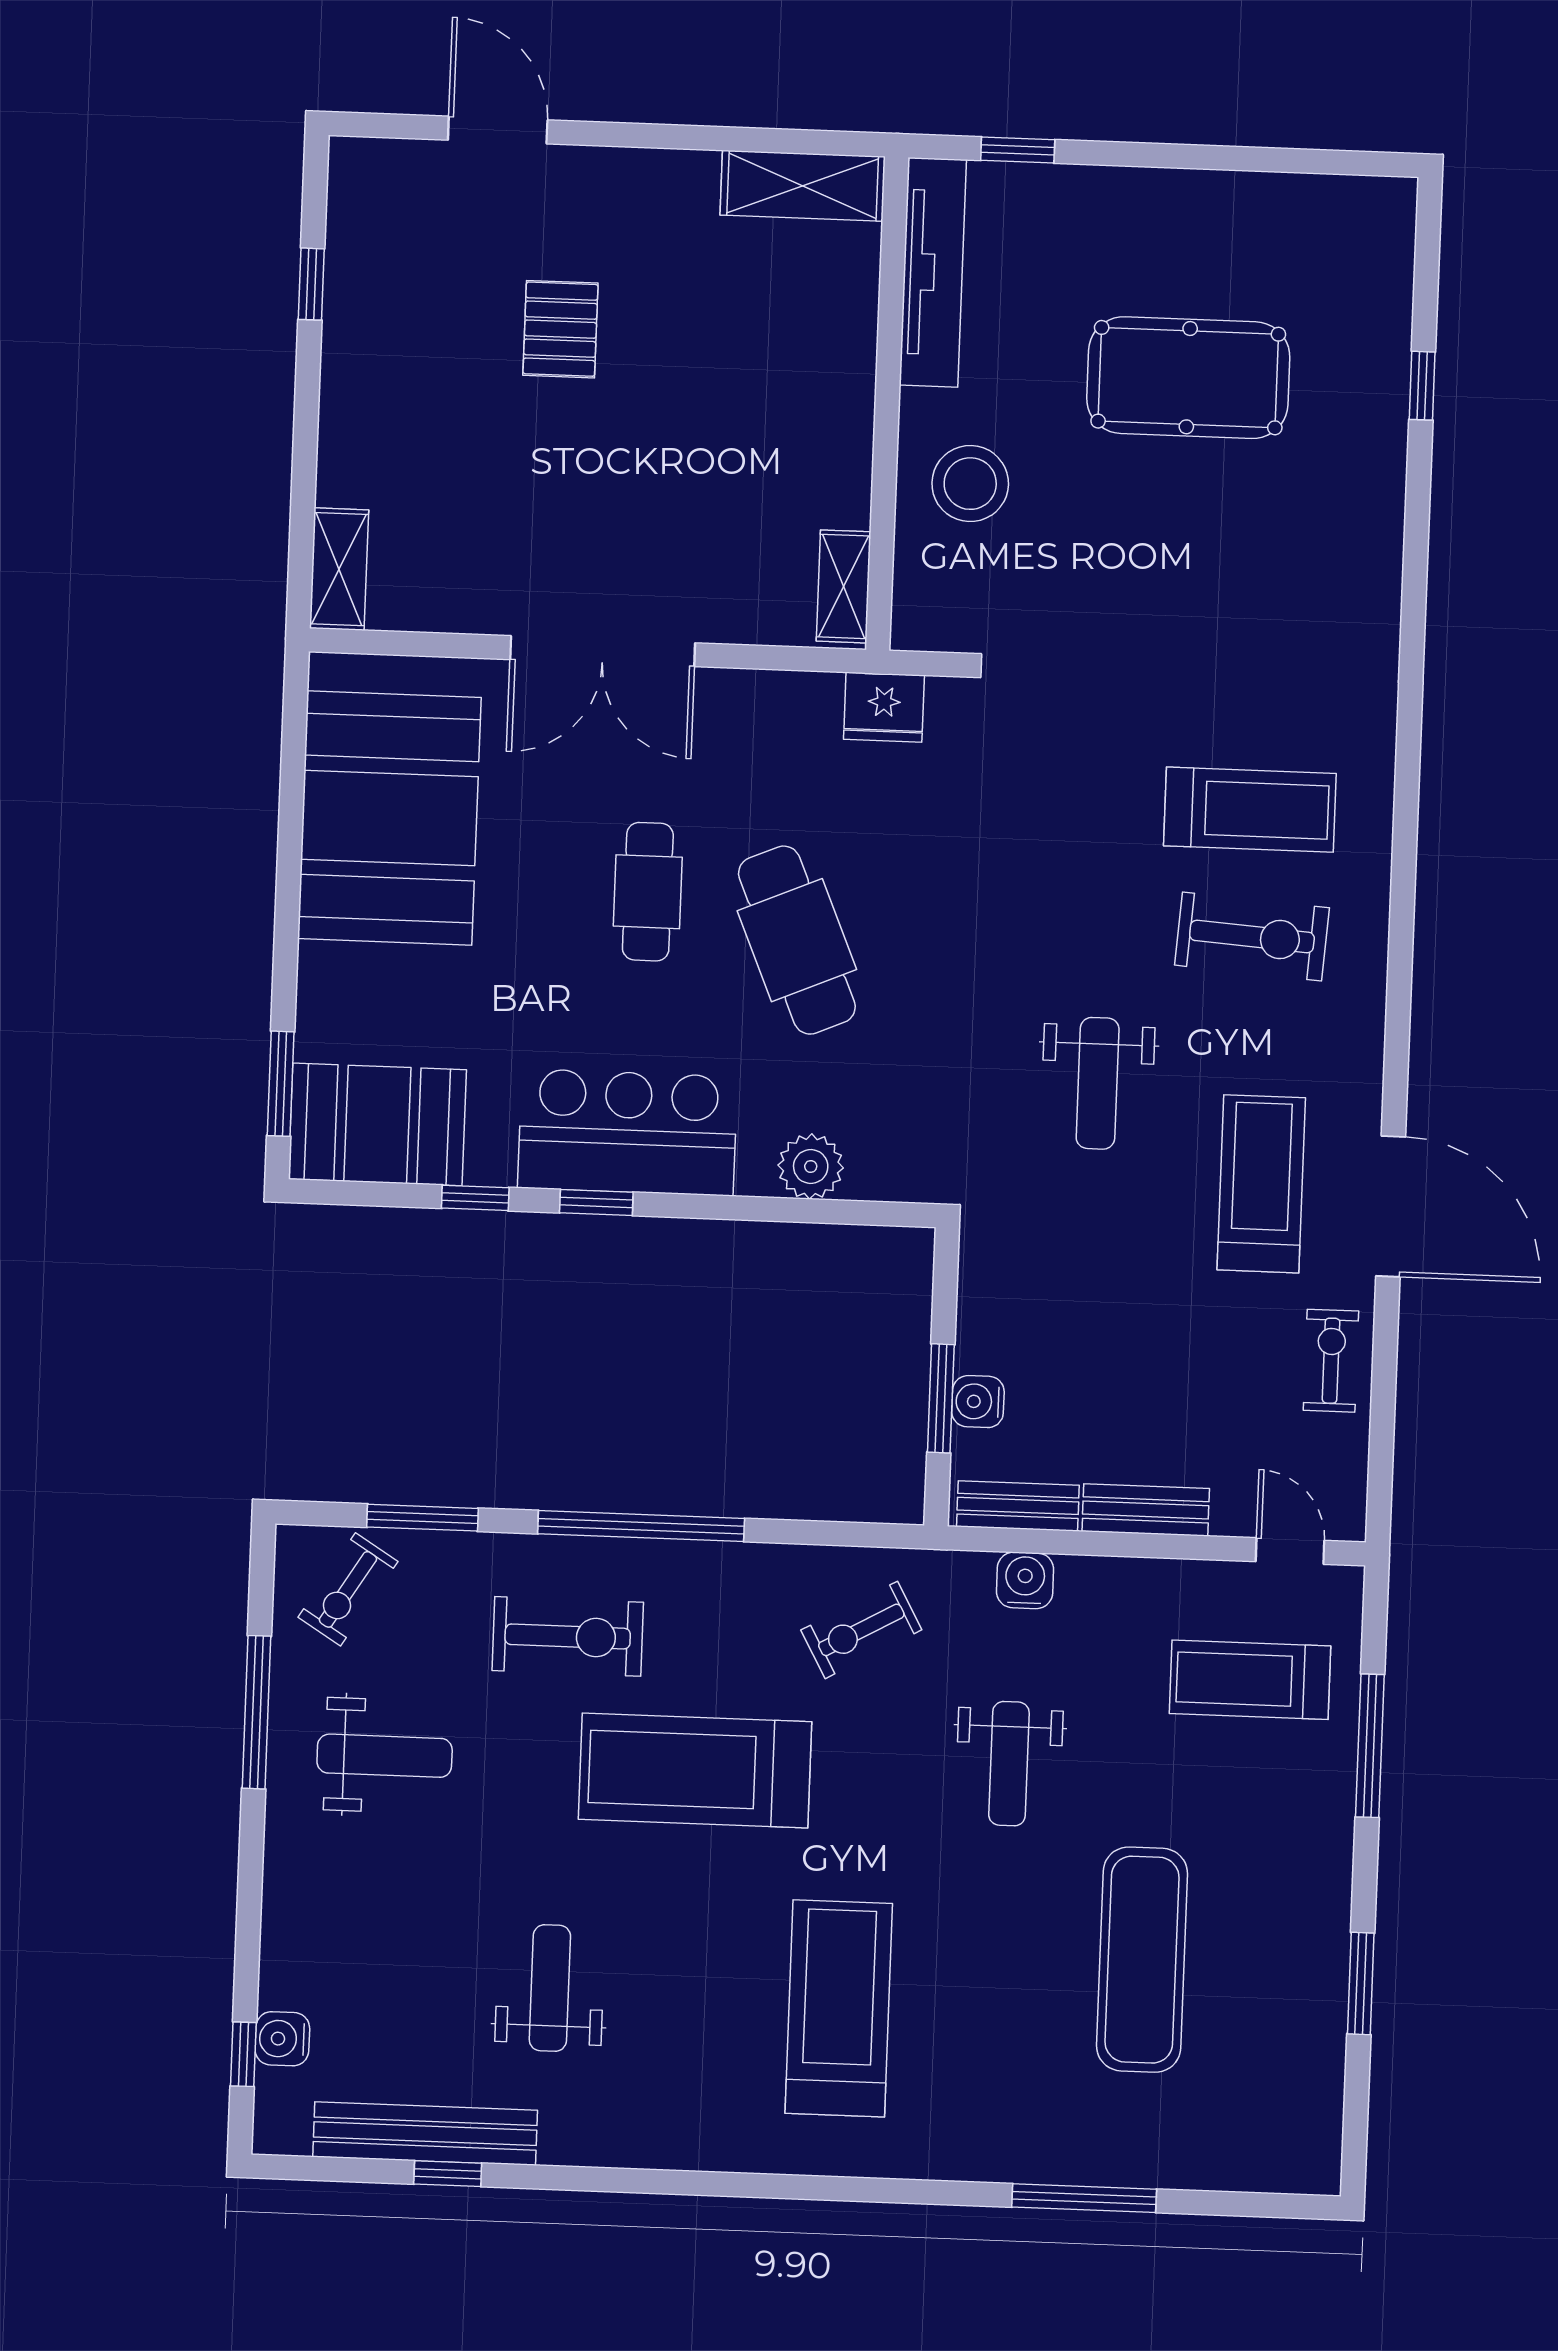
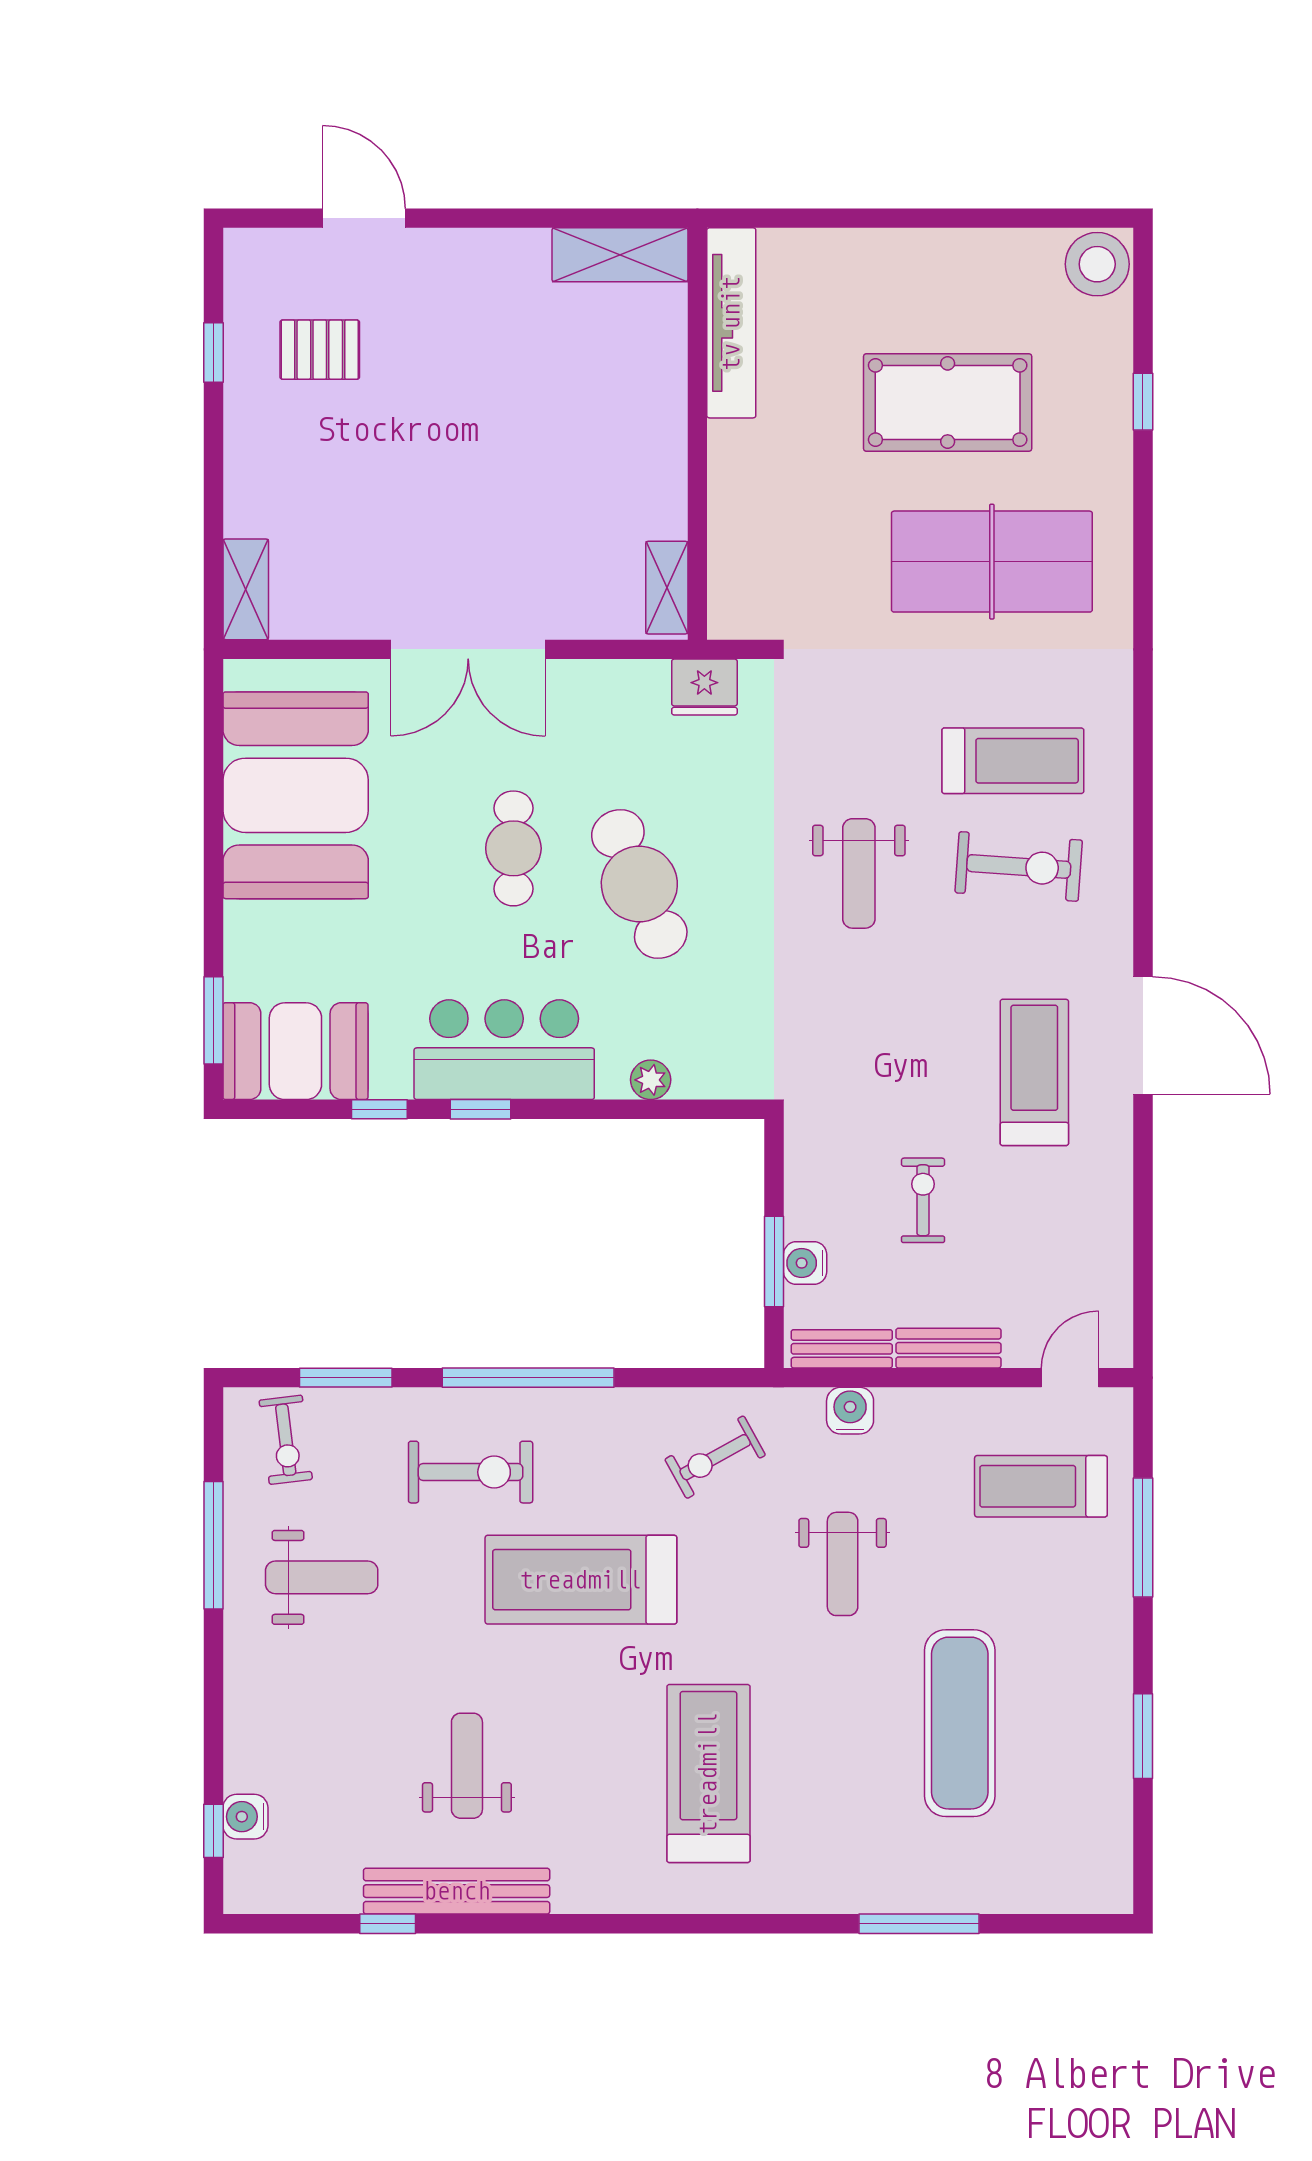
window: (1018, 150) -> (798, 218), removed
pallet: (560, 329) -> (320, 350), moved, turned 90
stool: (970, 484) -> (1097, 264), moved
table tennis table: (1234, 570) -> (992, 562), added
weight bench: (1098, 1083) -> (859, 873), moved
plant: (811, 1166) -> (651, 1080), width x0.73, depth x0.73
door: (1391, 1206) -> (1143, 1035), moved
exercise bike: (1331, 1361) -> (923, 1200), moved
door: (1290, 1551) -> (1070, 1378), hinge flipped
exercise bike: (348, 1589) -> (286, 1440), turned -39
bench: (425, 2134) -> (457, 1891), moved

